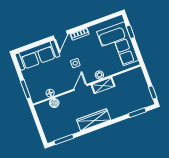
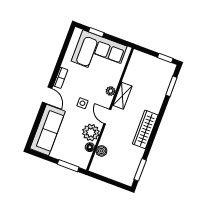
plant: (60, 85) -> (91, 133), added

